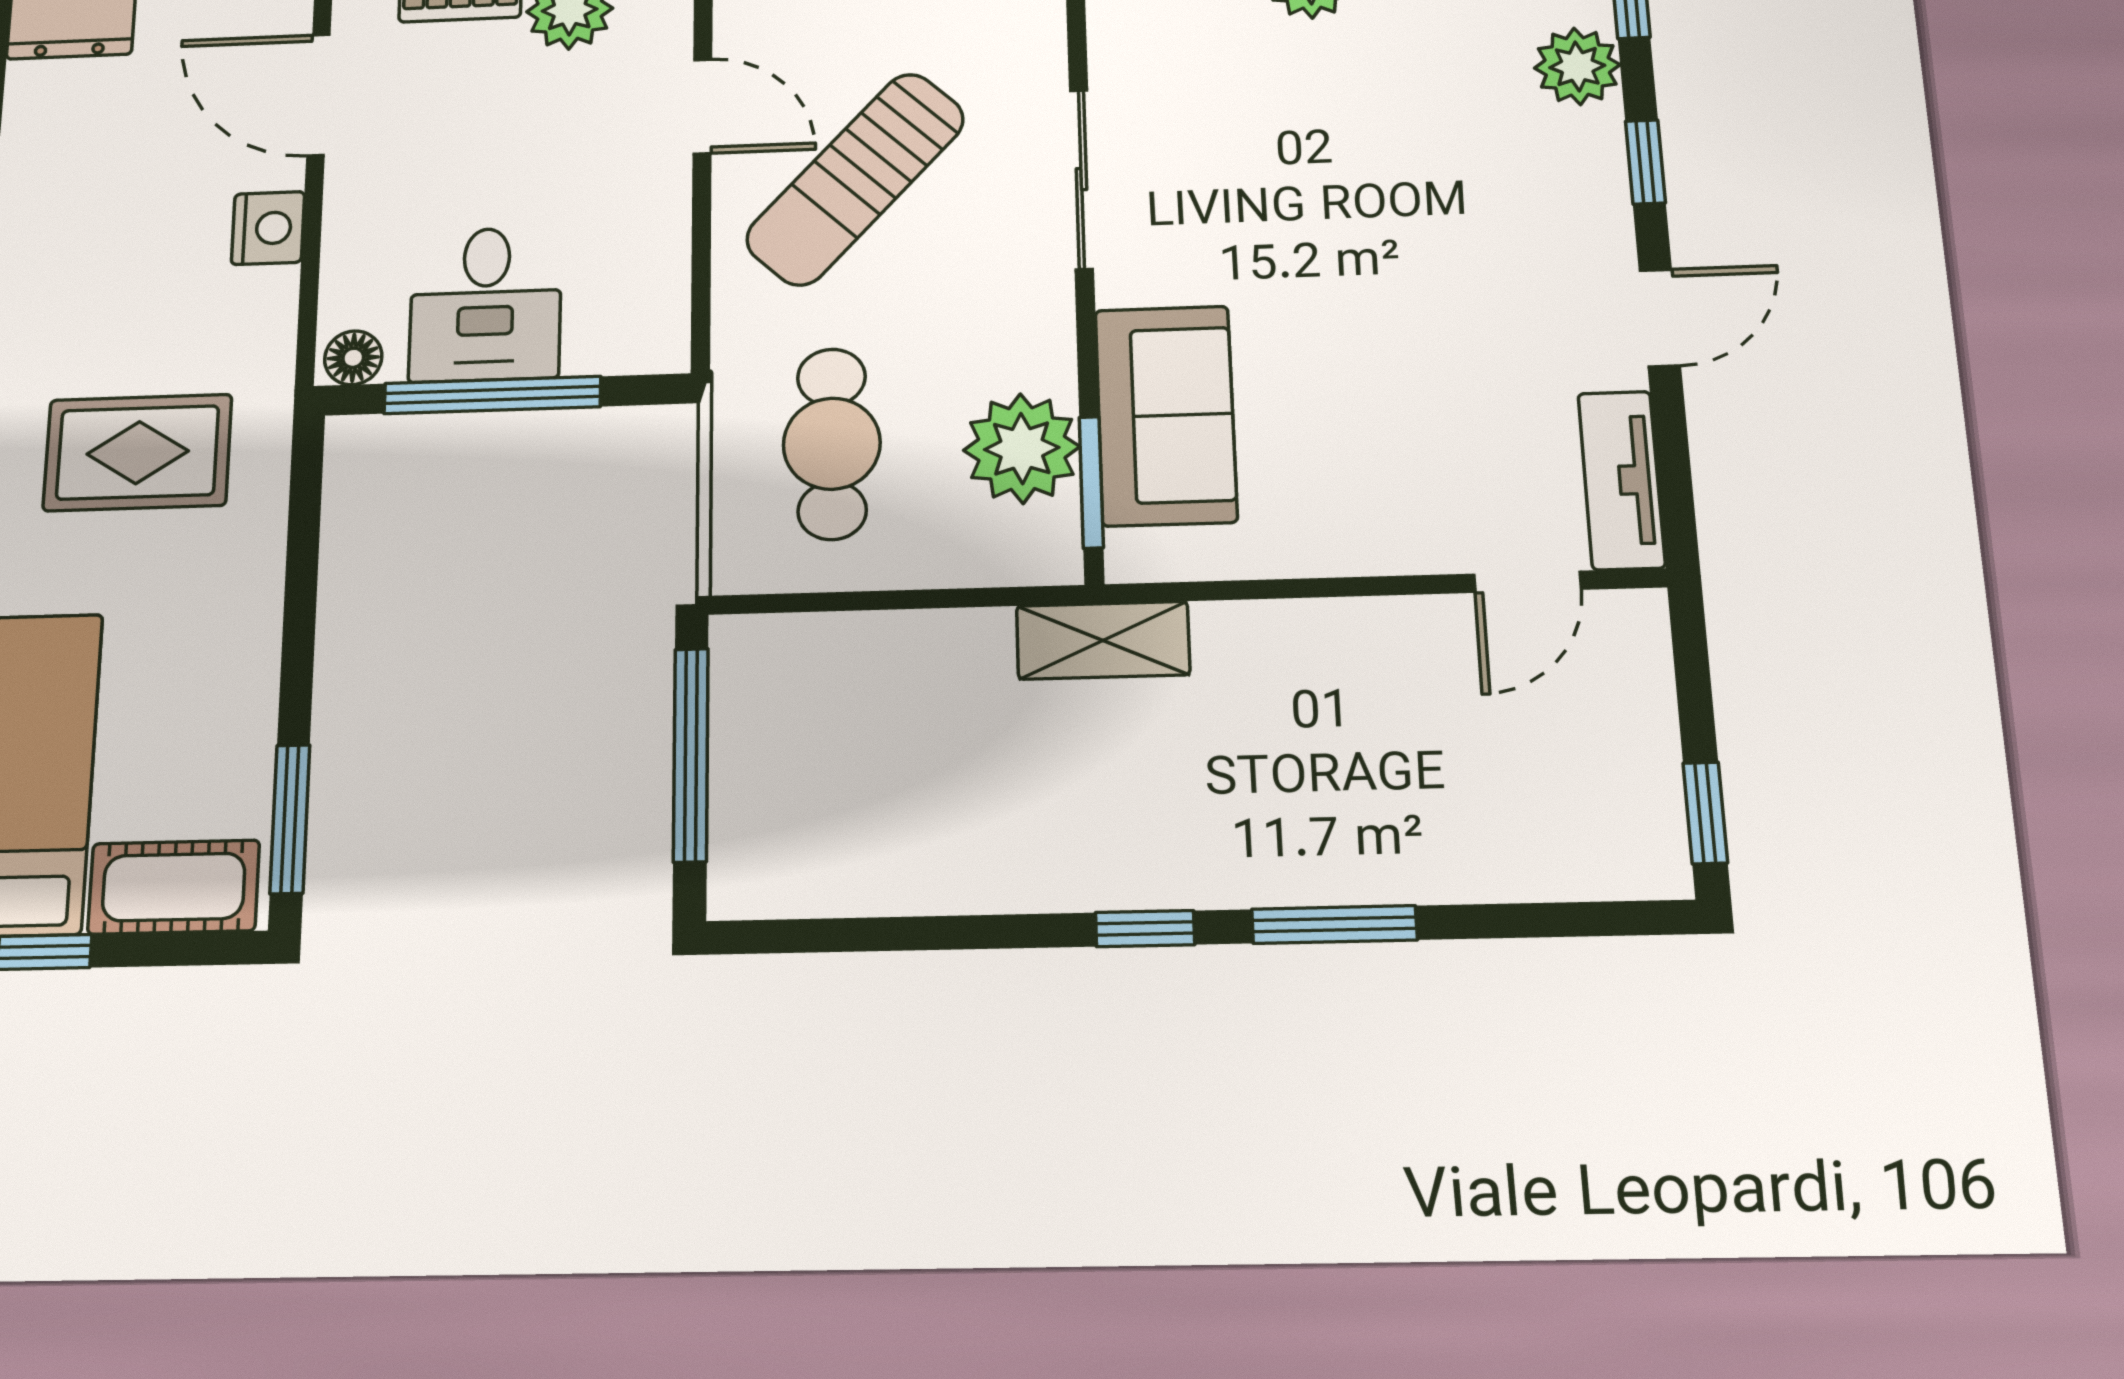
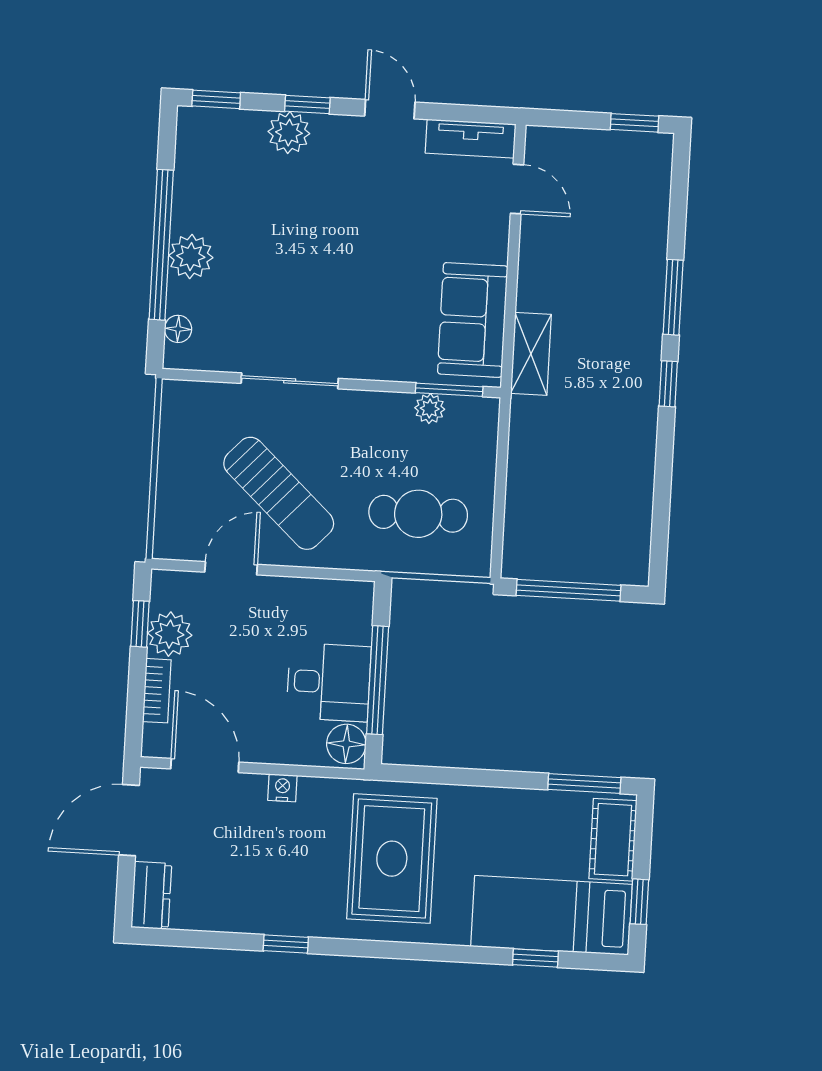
plant: (1577, 66) -> (289, 133), moved
door: (318, 95) -> (205, 765), swing flipped
nightstand: (268, 228) -> (282, 788), width x0.72, depth x0.74
floor lamp: (353, 358) -> (346, 744), width x1.37, depth x1.37
sofa: (1166, 415) -> (473, 320), moved, turned -90
plant: (1022, 448) -> (430, 409), width x0.53, depth x0.53
rug: (138, 453) -> (392, 859), width x1.36, depth x1.43
shelving: (1103, 640) -> (531, 354), moved

